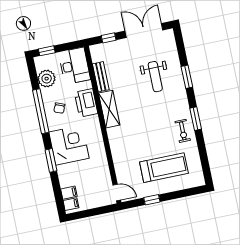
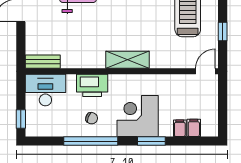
window: (109, 38) -> (21, 43), removed
bench: (101, 77) -> (43, 62), moved
plant: (47, 79) -> (54, 126), removed
shelving: (109, 109) -> (127, 60), moved
filing cabinet: (71, 204) -> (180, 128), moved

